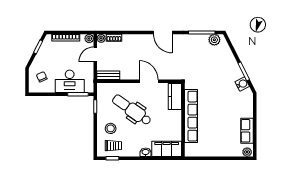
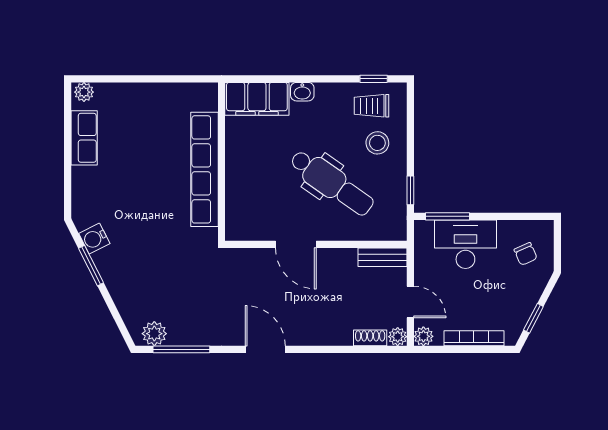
door: (95, 54) -> (410, 302), hinge flipped
kitchen counter: (175, 97) -> (239, 211), removed

